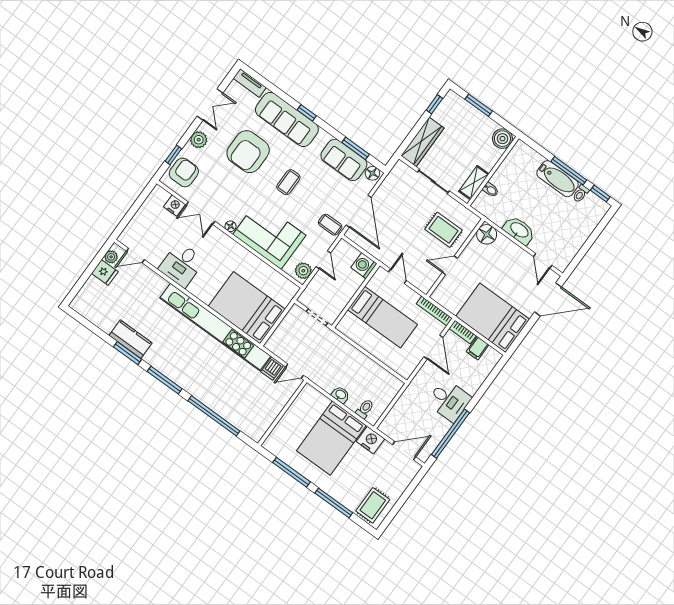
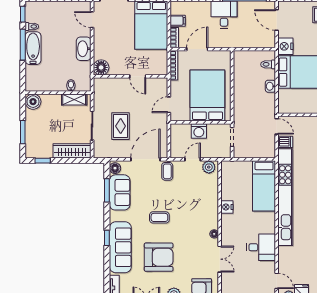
nightstand: (175, 206) -> (227, 207), moved
rug: (443, 230) -> (121, 126), moved
corner sofa: (269, 235) -> (202, 205), removed
door: (543, 261) -> (92, 20), swing flipped
washing machine: (364, 266) -> (199, 131), moved
bed: (247, 308) -> (264, 186), width x0.67
bed: (382, 317) -> (207, 95), width x1.50

